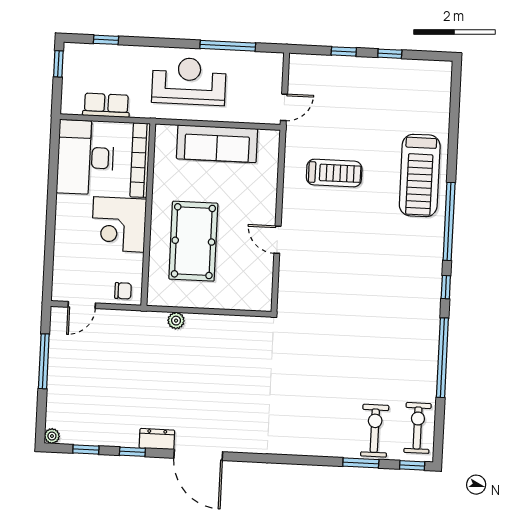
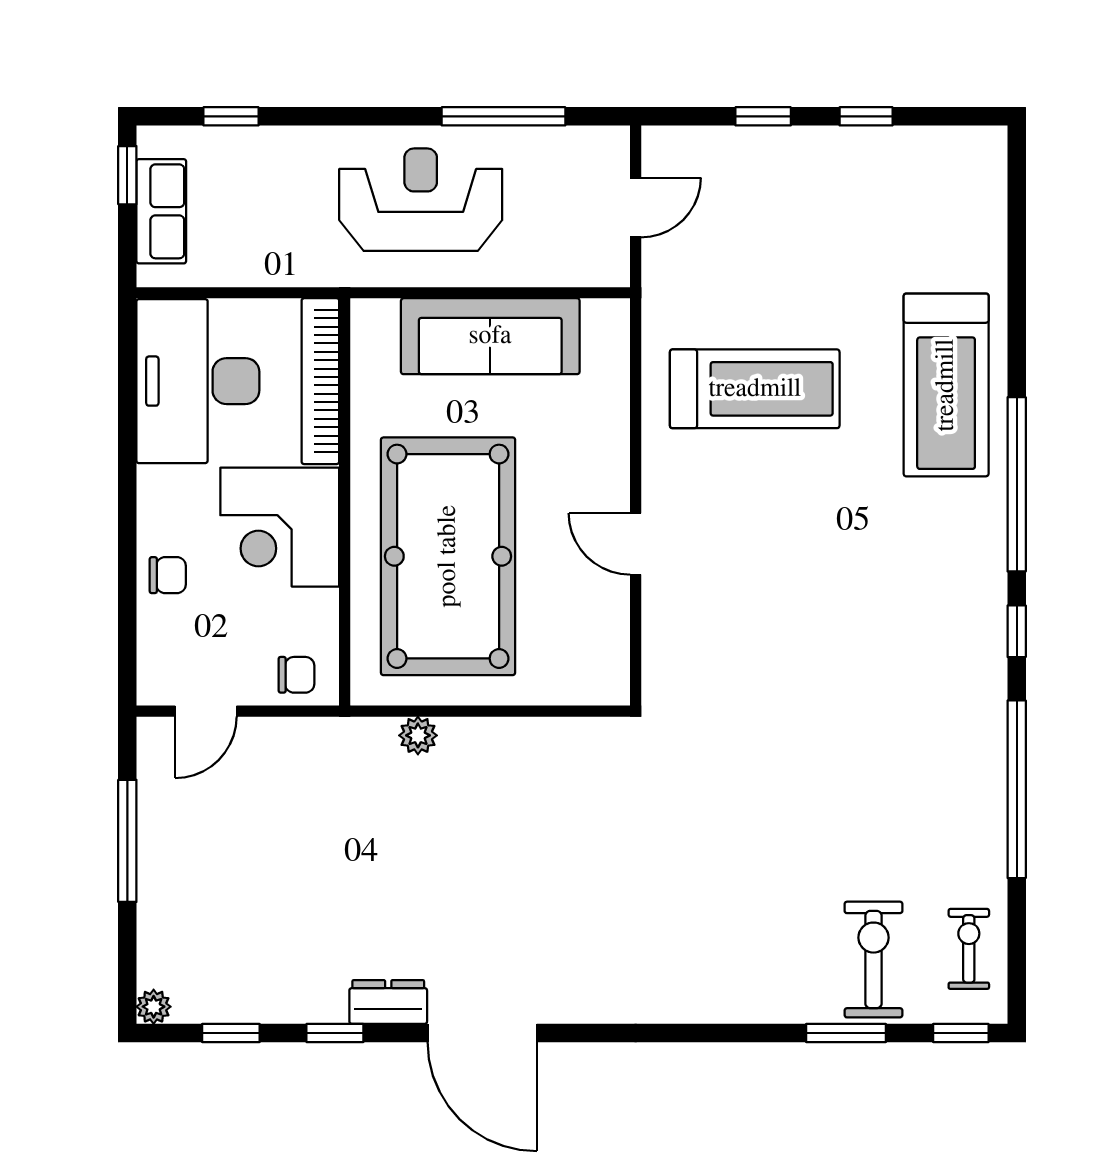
row of seats: (106, 105) -> (161, 211), moved, turned 90
door: (284, 107) -> (636, 207), moved
treadmill: (334, 173) -> (755, 389), width x1.37, depth x1.38
pool table: (193, 241) -> (448, 556), width x1.36, depth x1.32
chair: (68, 243) -> (168, 575), added
exercise bike: (418, 428) -> (969, 949), width x0.73, depth x0.72

